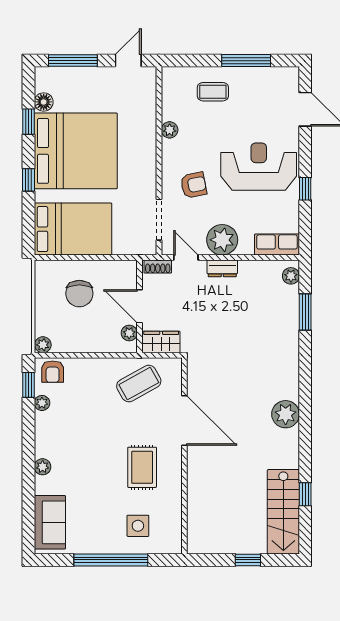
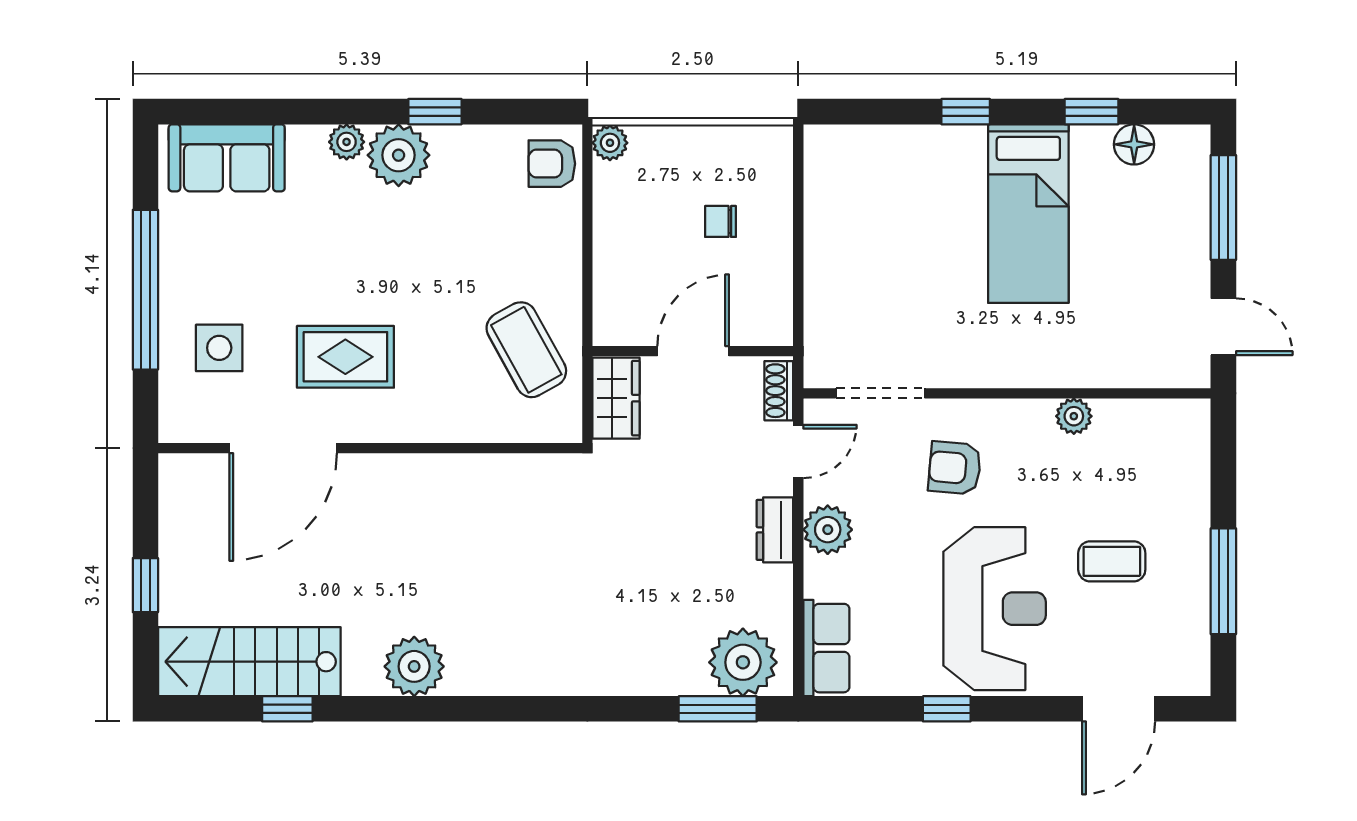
coffee table: (213, 92) -> (1112, 561), moved, turned 90
bed: (76, 151) -> (1028, 214), width x0.49
armchair: (194, 185) -> (955, 468), turned 106
bed: (73, 229) -> (860, 208), removed
plant: (222, 240) -> (828, 530), width x0.73, depth x0.73
plant: (291, 276) -> (743, 662), width x1.88, depth x1.88
chair: (79, 294) -> (721, 221), width x0.54, depth x0.54
window: (305, 312) -> (718, 709), moved
plant: (129, 333) -> (635, 329), removed
window: (28, 385) -> (435, 112), moved
plant: (42, 403) -> (399, 155), moved, width x1.88, depth x1.88
plant: (286, 414) -> (414, 666), moved
door: (184, 421) -> (283, 448), moved

